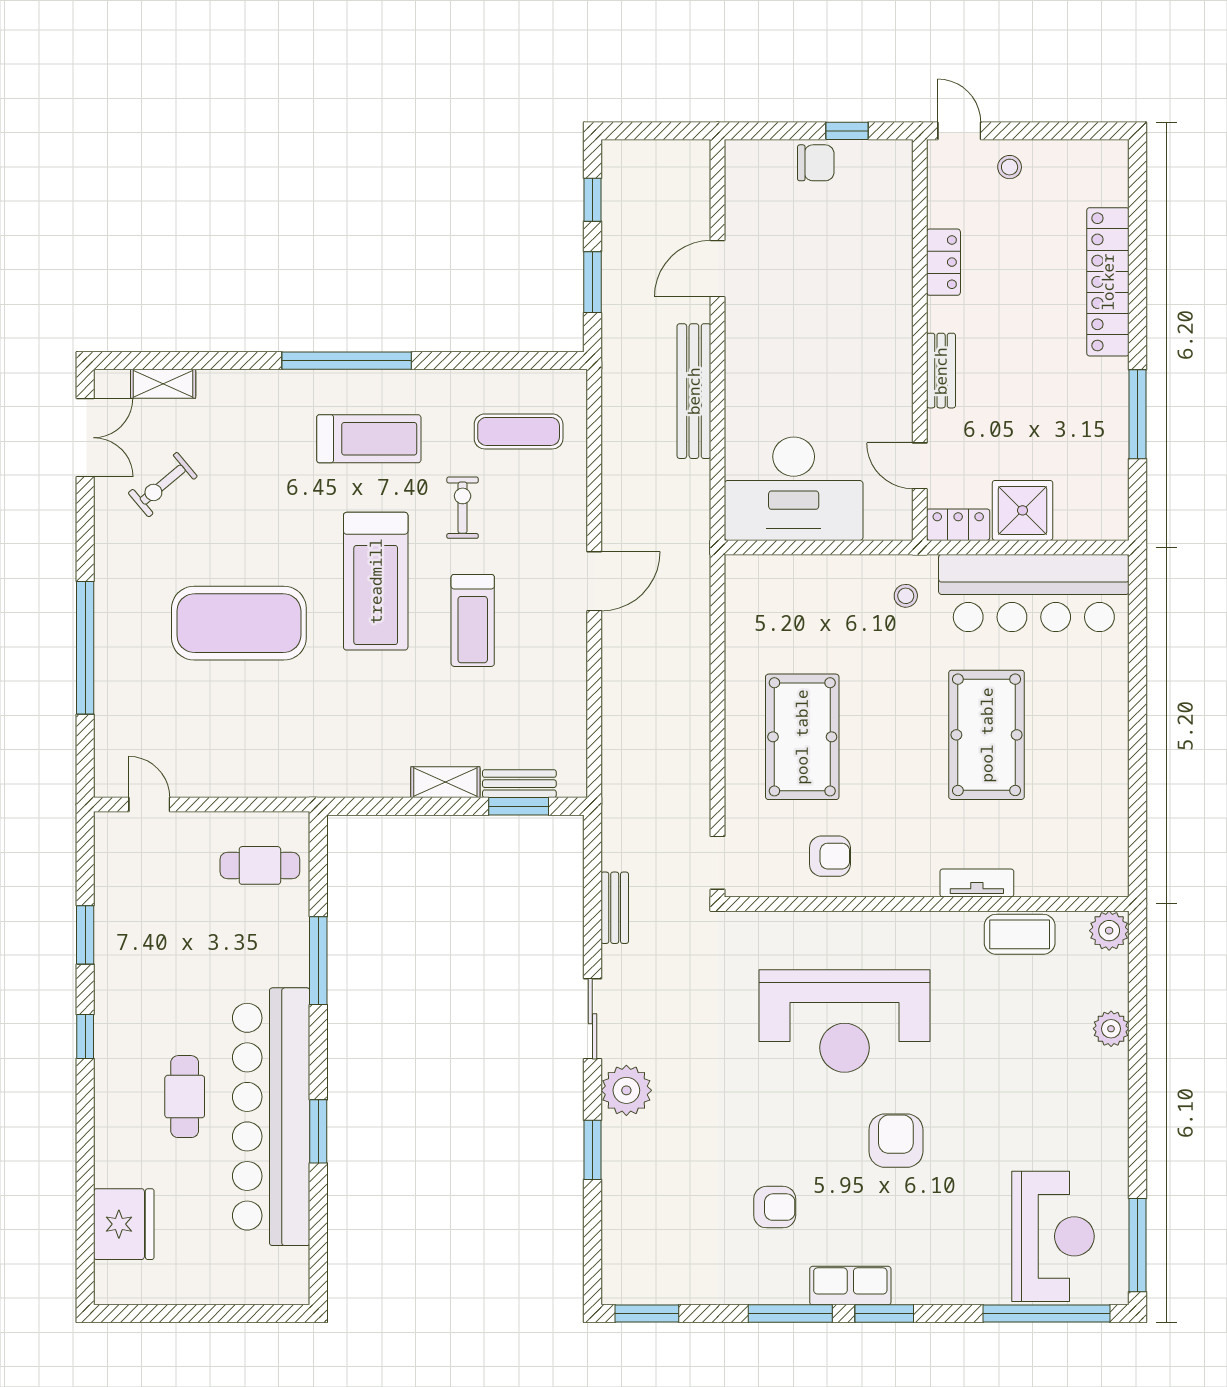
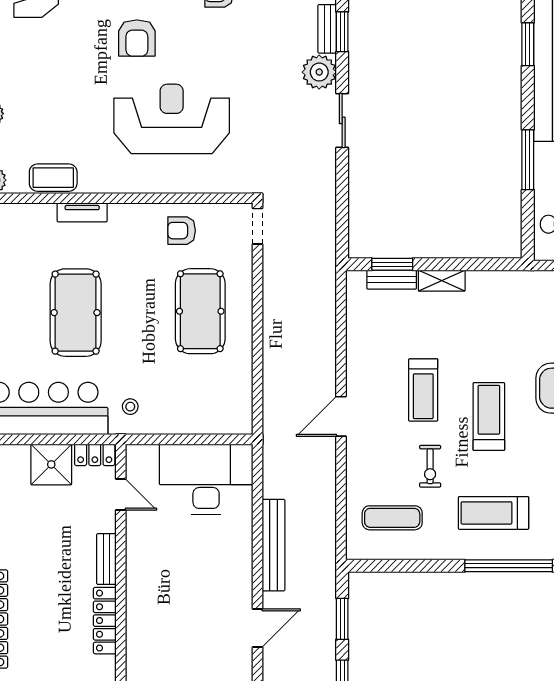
locker: (943, 262) -> (105, 621), width x1.53
treadmill: (376, 581) -> (489, 416), width x0.73, depth x0.73
treadmill: (473, 620) -> (423, 390), turned 180
bench: (615, 908) -> (327, 29), moved

